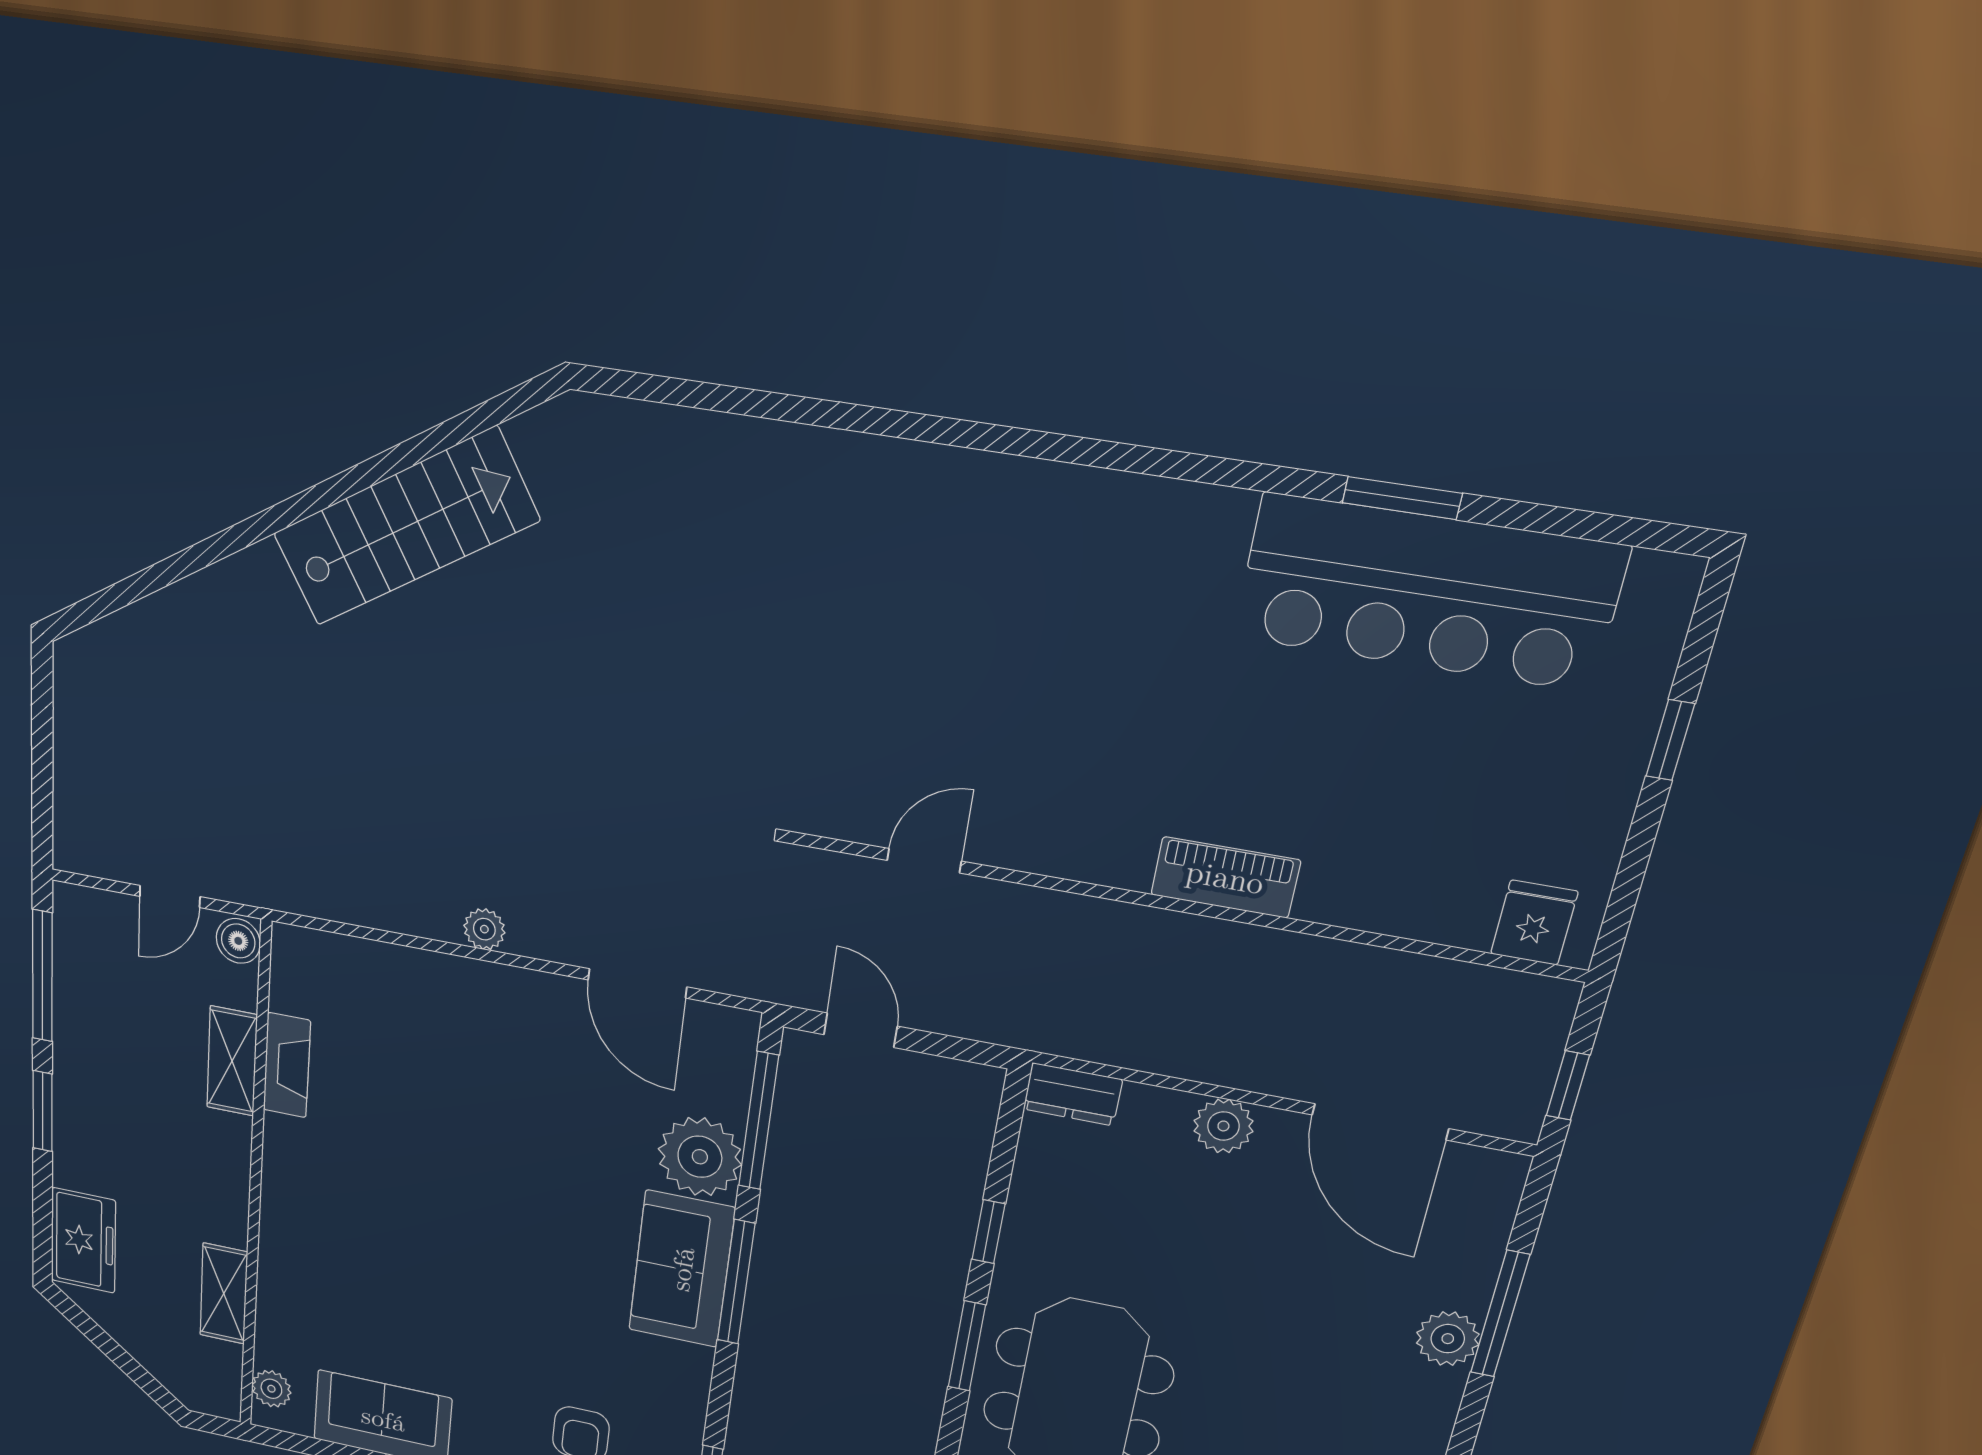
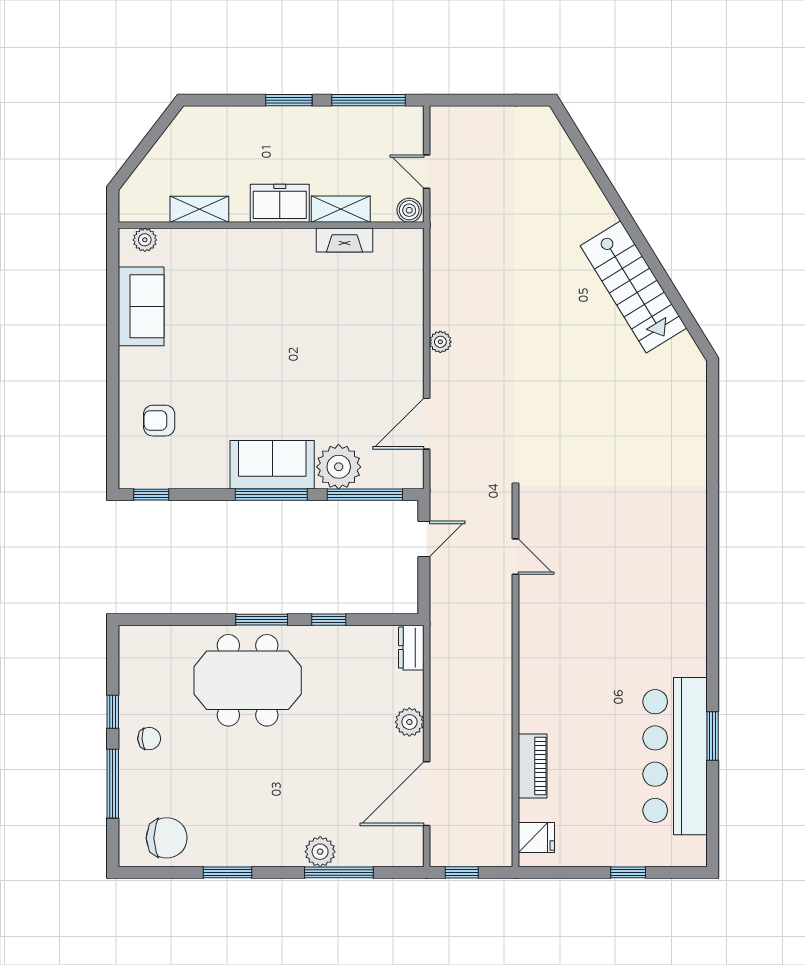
piano: (1225, 877) -> (533, 766), moved
freezer: (83, 1240) -> (280, 203), moved, turned 180

